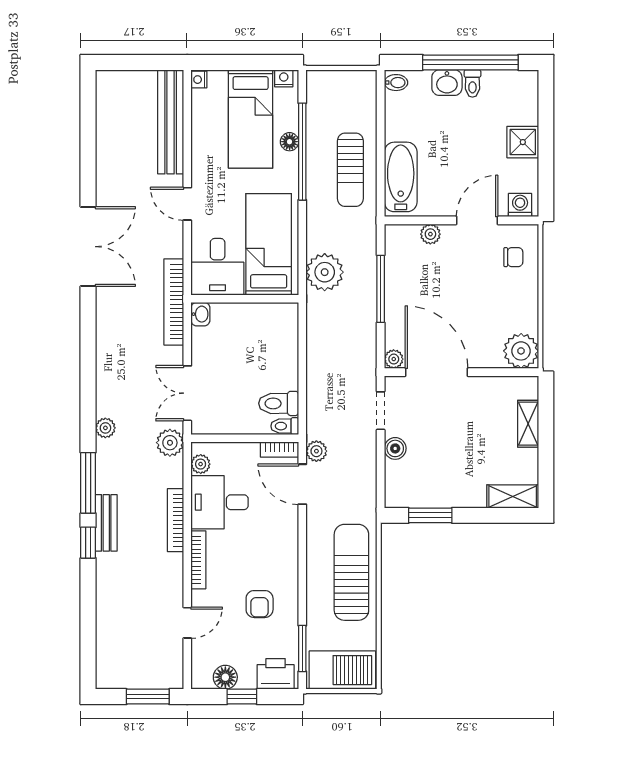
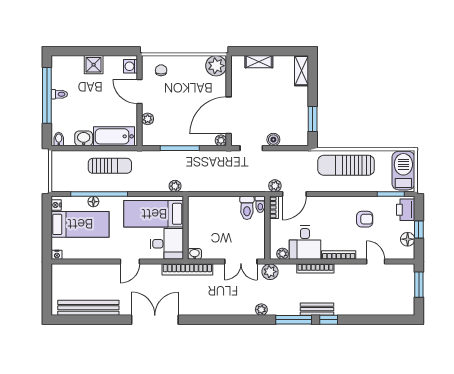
washbasin: (447, 83) -> (84, 138), moved, turned -90
bench: (171, 122) -> (88, 308), moved
plant: (325, 272) -> (175, 186), width x0.53, depth x0.53

